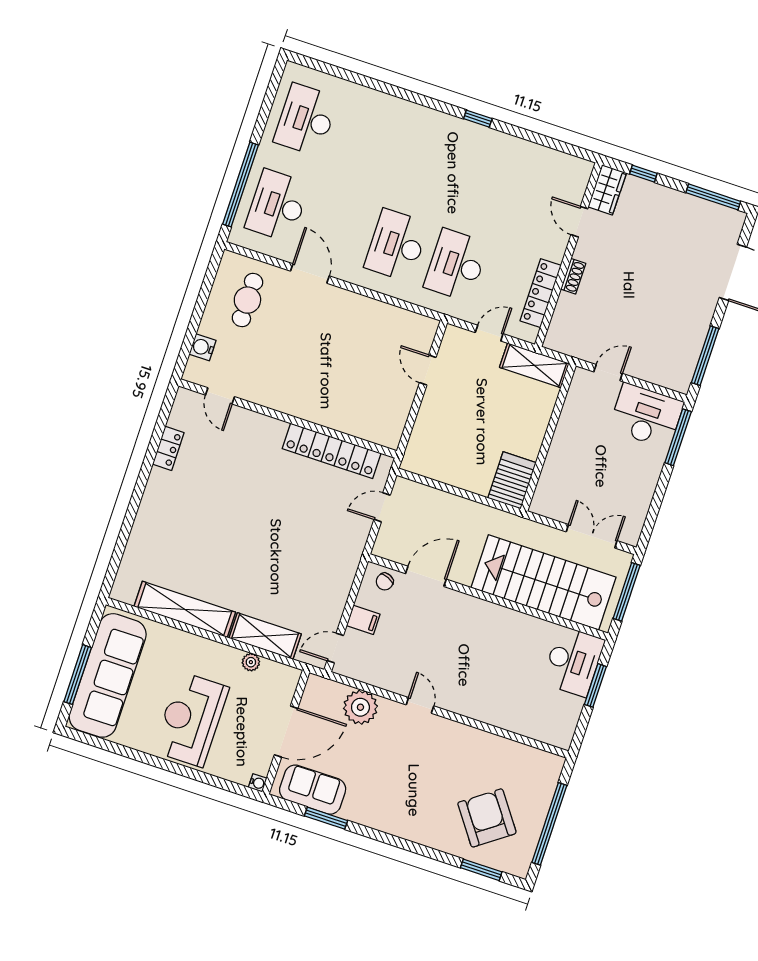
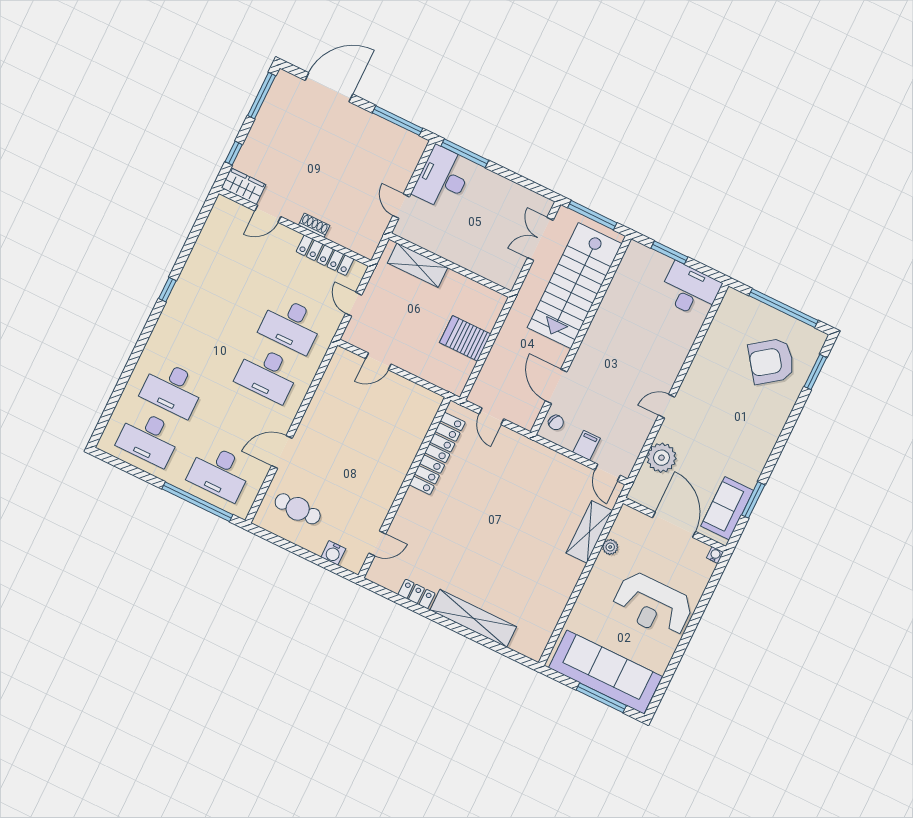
desk: (366, 139) -> (173, 389), added
shelving: (534, 365) -> (418, 265), moved, turned 90
server rack: (512, 480) -> (465, 338), moved
shelving: (185, 609) -> (473, 618), moved, turned 90
desk: (573, 661) -> (690, 290), moved

